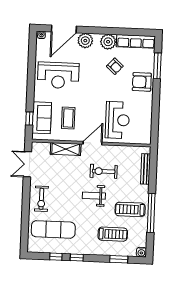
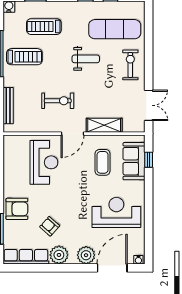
reception desk: (117, 120) -> (44, 162), turned 180
weight bench: (94, 196) -> (86, 59), moved

